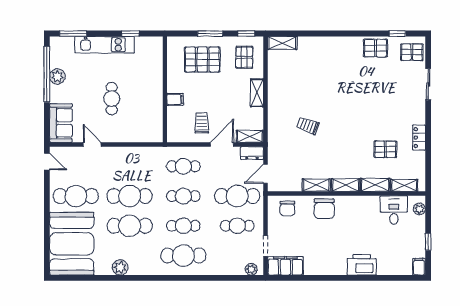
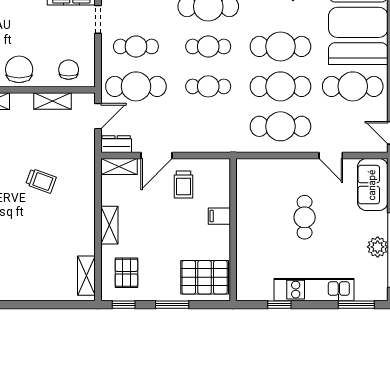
shelving: (282, 43) -> (86, 276), moved, turned 90
pallet: (202, 59) -> (205, 277), moved
cafe table: (183, 166) -> (280, 126), moved, width x1.37, depth x1.35
shelving: (316, 185) -> (52, 101), moved

